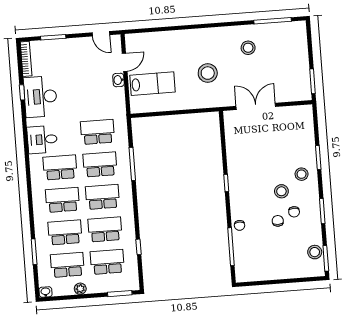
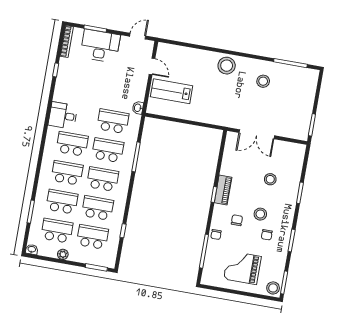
door: (101, 34) -> (138, 36), swing flipped
door: (125, 62) -> (152, 66), hinge flipped
stool: (208, 73) -> (227, 66), moved
washbasin: (118, 80) -> (138, 108), moved
lab bench: (152, 84) -> (172, 91), turned 180
desk: (40, 97) -> (100, 46), moved, turned 90
double door: (256, 106) -> (257, 134), swing flipped
stool: (302, 174) -> (270, 179), moved
piano: (235, 176) -> (223, 190), added
chair: (278, 221) -> (237, 220), moved
stool: (315, 252) -> (273, 288), moved
grand piano: (277, 254) -> (242, 268), added

